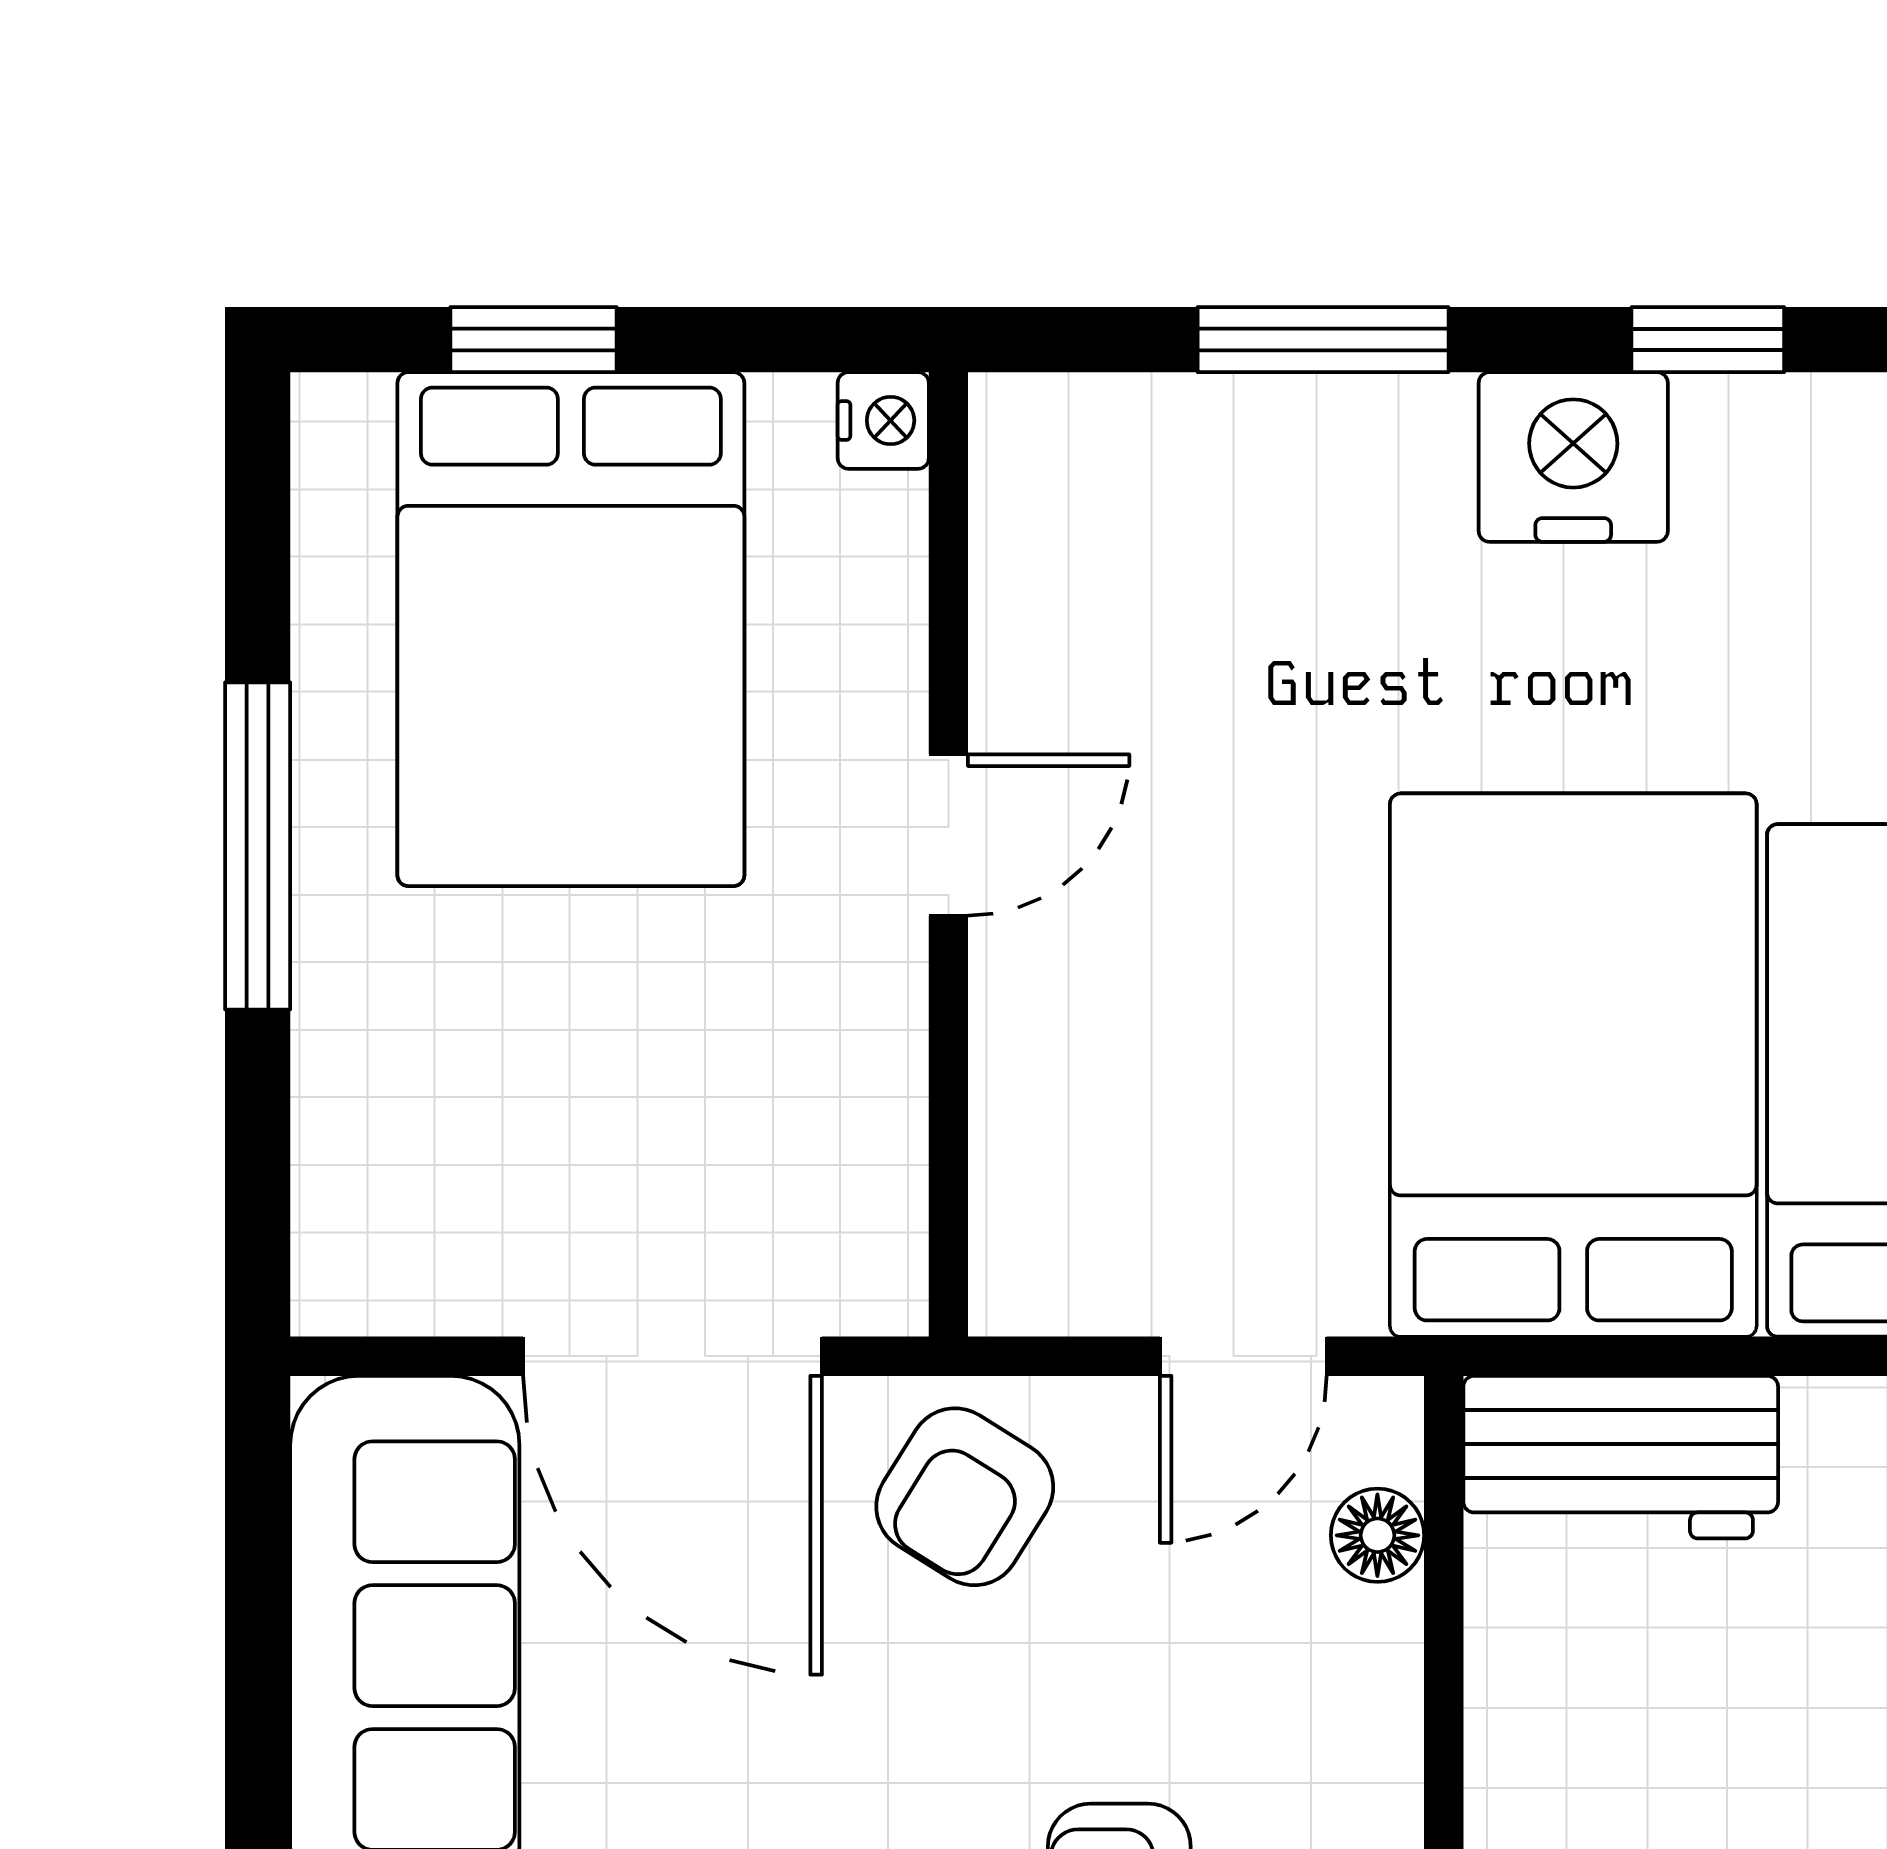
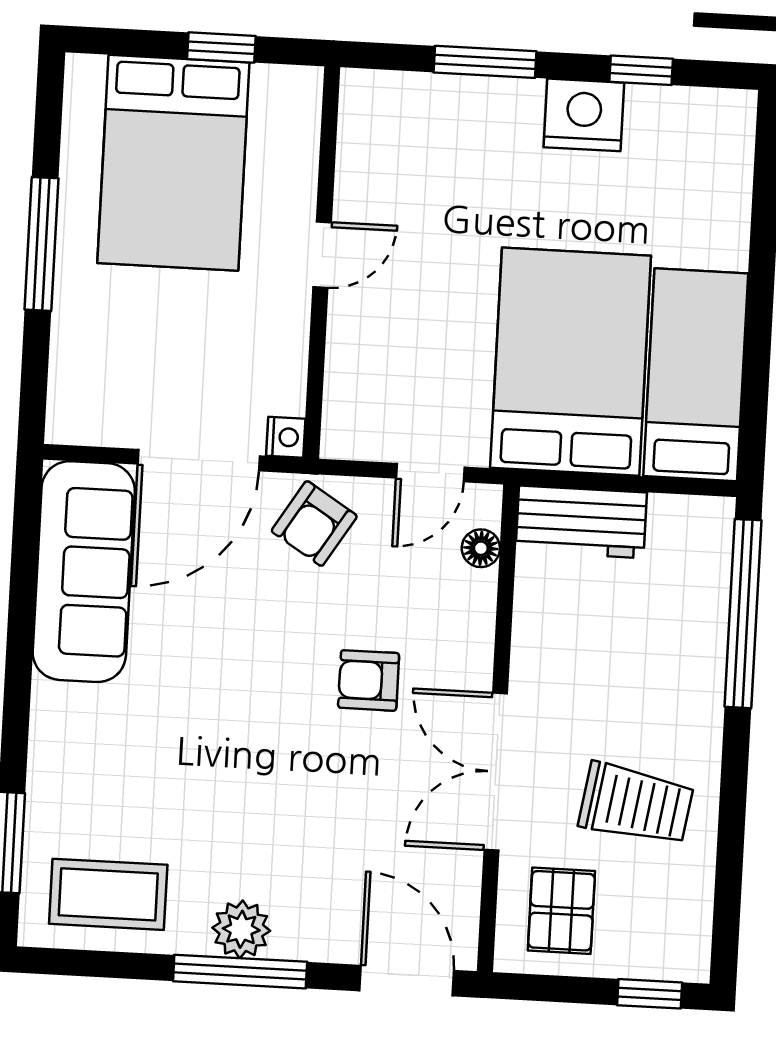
window: (534, 340) -> (221, 48), moved
nightstand: (883, 420) -> (286, 437), moved
door: (673, 1356) -> (199, 460), hinge flipped

